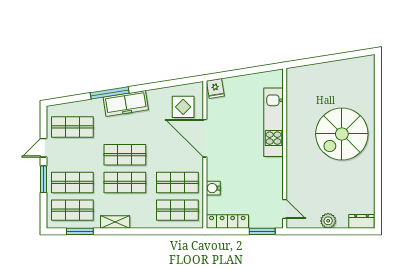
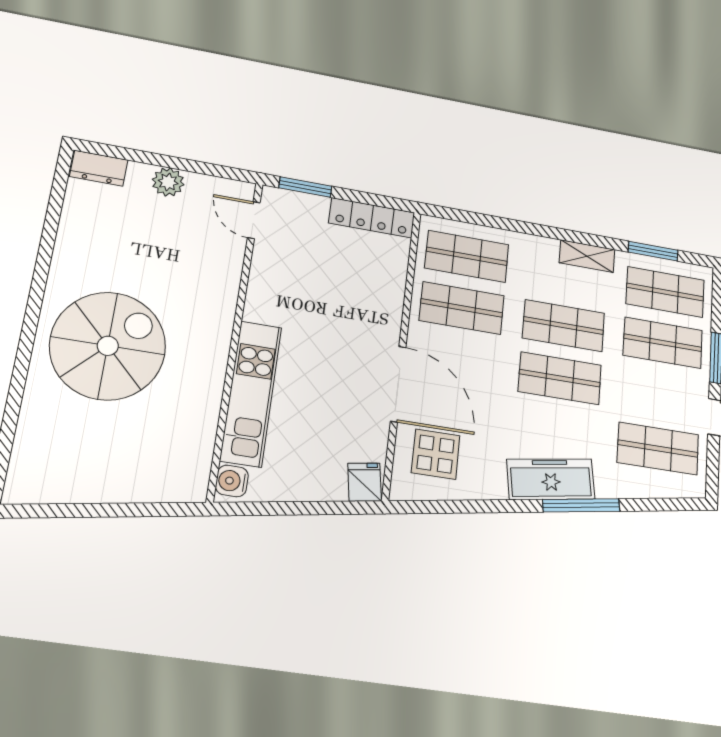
water cooler: (213, 188) -> (232, 481), moved, turned 180

